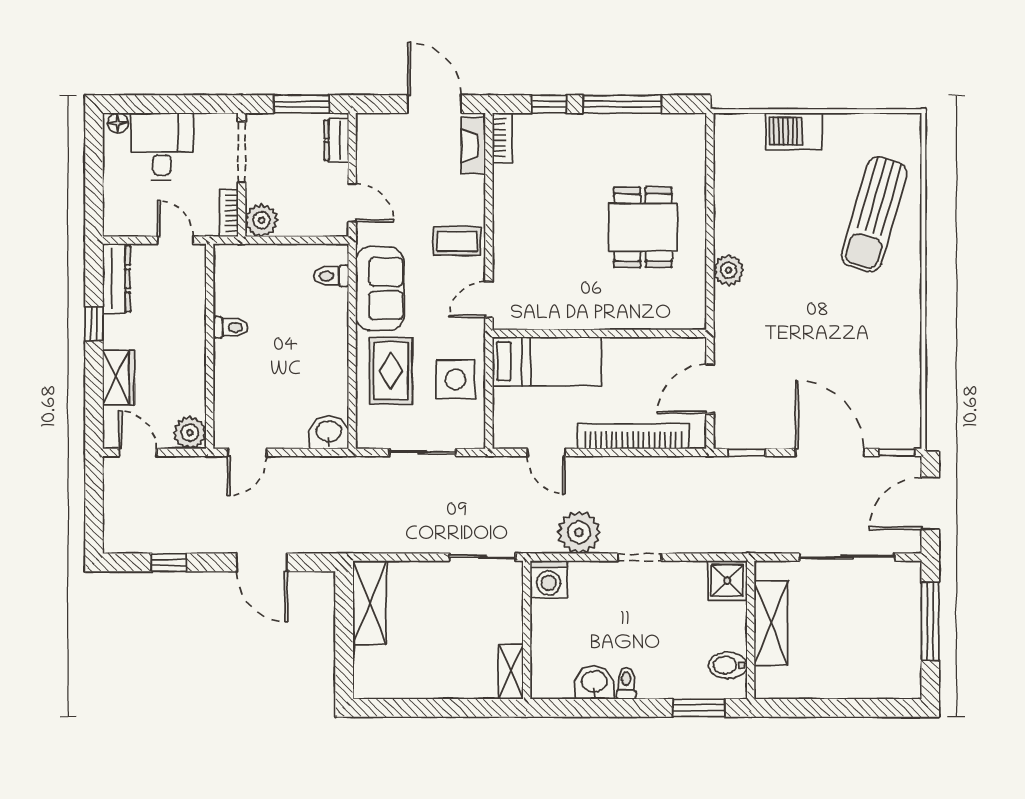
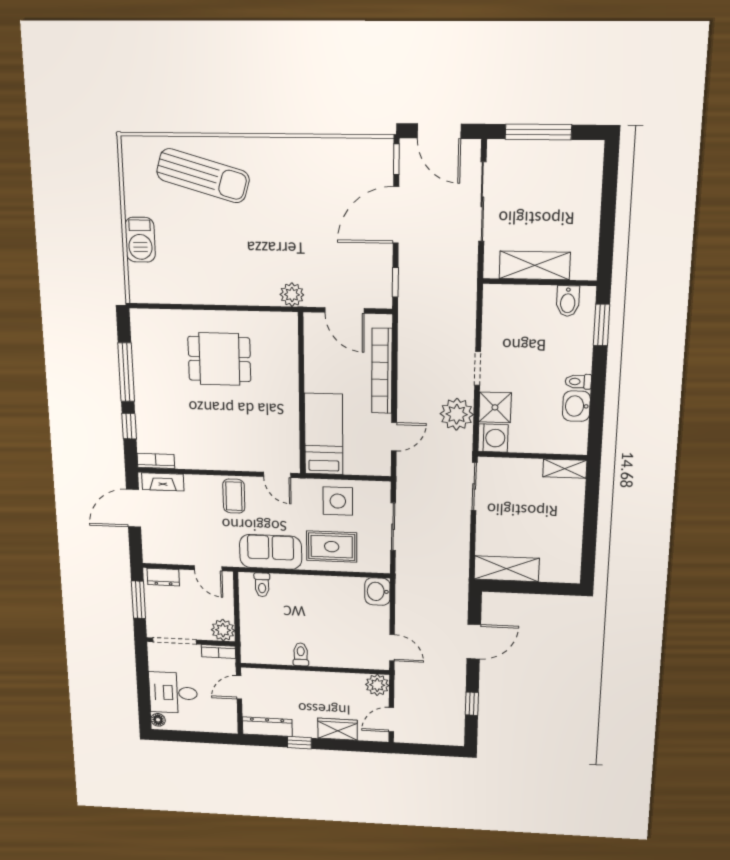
door: (352, 203) -> (208, 568), swing flipped
plant: (729, 270) -> (292, 295), moved
shower: (727, 580) -> (495, 407), moved

